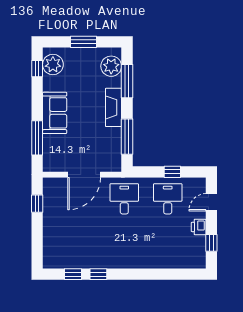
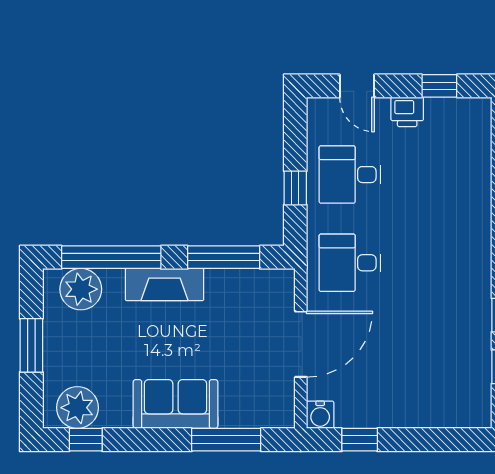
window: (127, 81) -> (111, 257), width x1.46
window: (172, 172) -> (295, 188), moved
door: (84, 175) -> (301, 344), hinge flipped
water cooler: (49, 184) -> (320, 415), added

